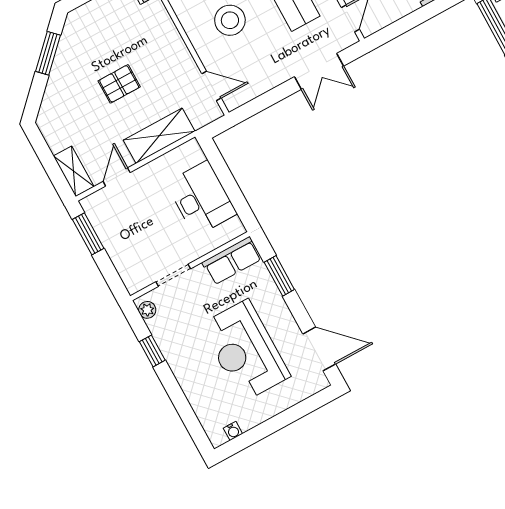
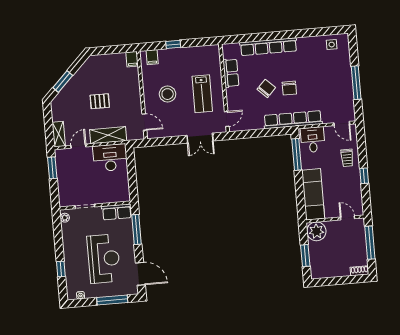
window: (48, 53) -> (63, 81), moved
desk: (201, 198) -> (110, 158), moved, turned -90
window: (279, 276) -> (137, 230), width x1.44
window: (152, 351) -> (61, 269), moved
reception desk: (245, 351) -> (104, 259), turned 180
window: (291, 415) -> (112, 300), added

